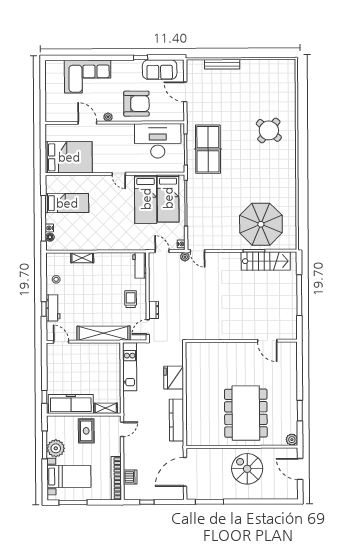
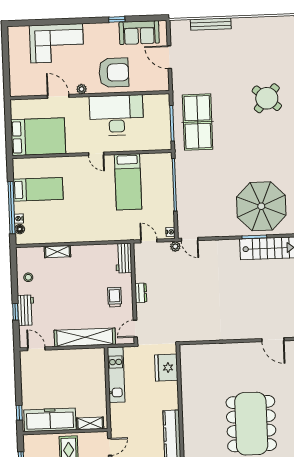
desk: (158, 141) -> (116, 115), moved
bed: (168, 198) -> (154, 180), removed
dresser: (154, 310) -> (141, 293), moved
fridge: (174, 378) -> (166, 368), moved

